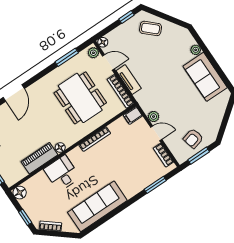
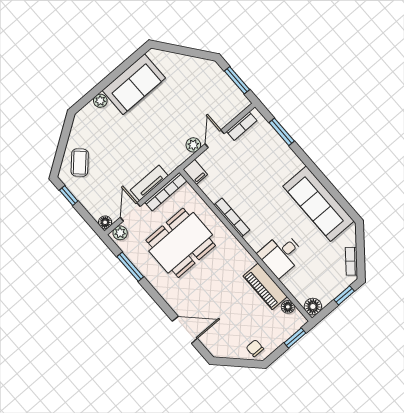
armchair: (193, 138) -> (216, 90), removed
floor lamp: (60, 148) -> (288, 307), moved

